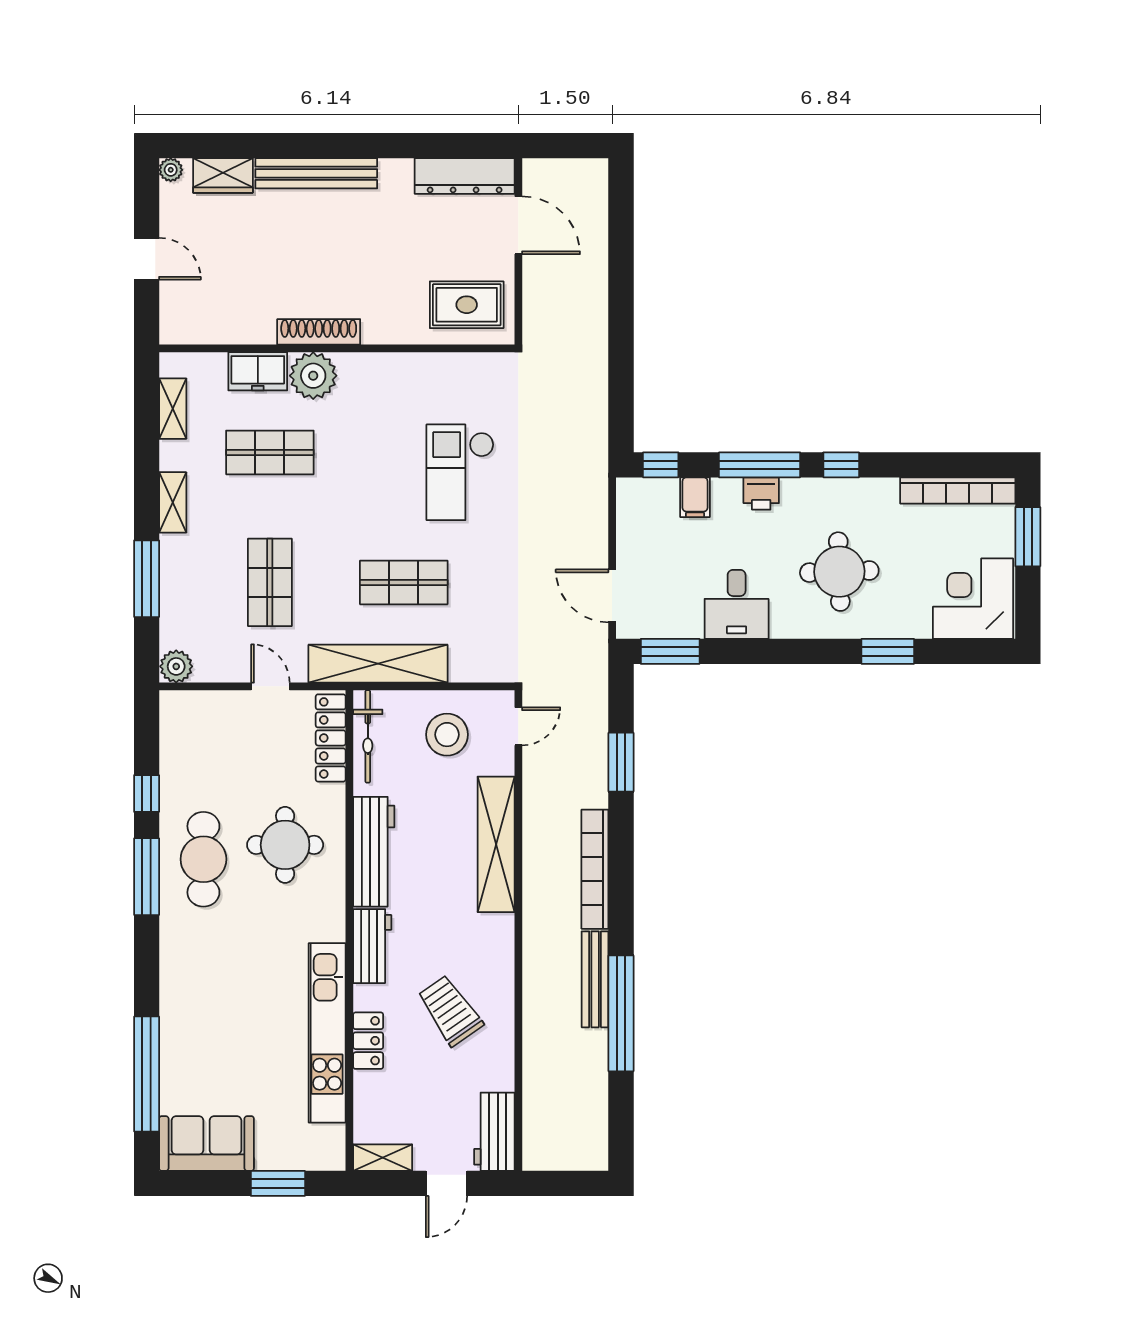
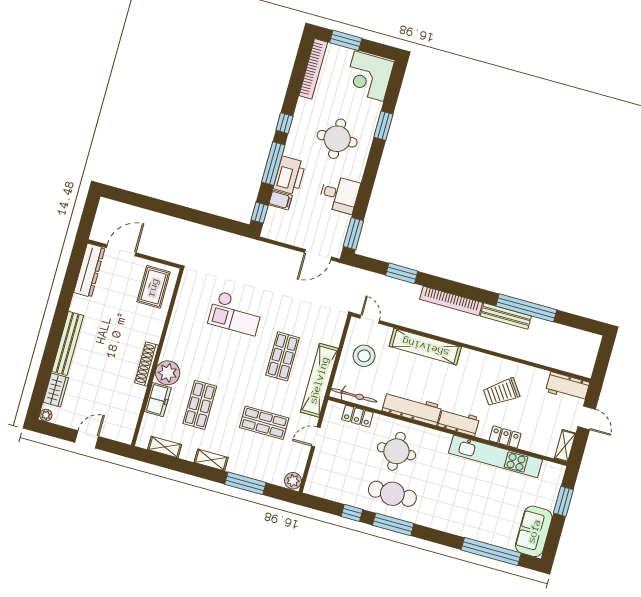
printer: (761, 494) -> (289, 176), width x1.87, depth x1.48
locker: (331, 738) -> (357, 416), width x0.66

